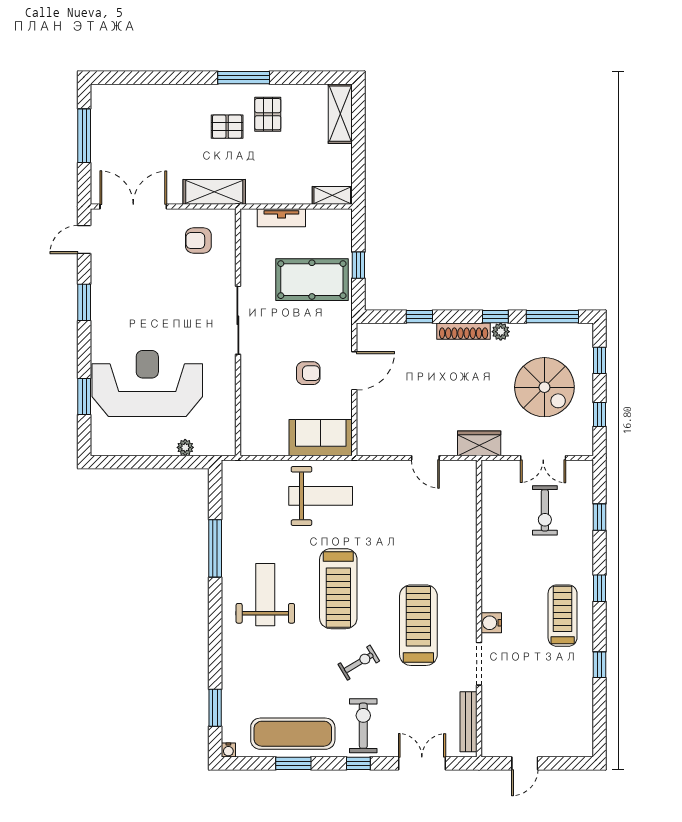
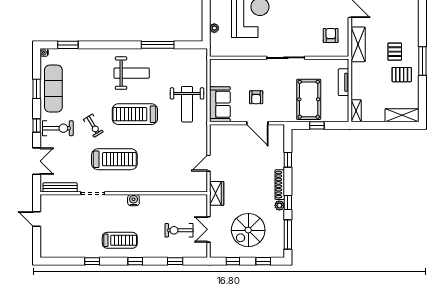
water cooler: (491, 623) -> (133, 200), moved

